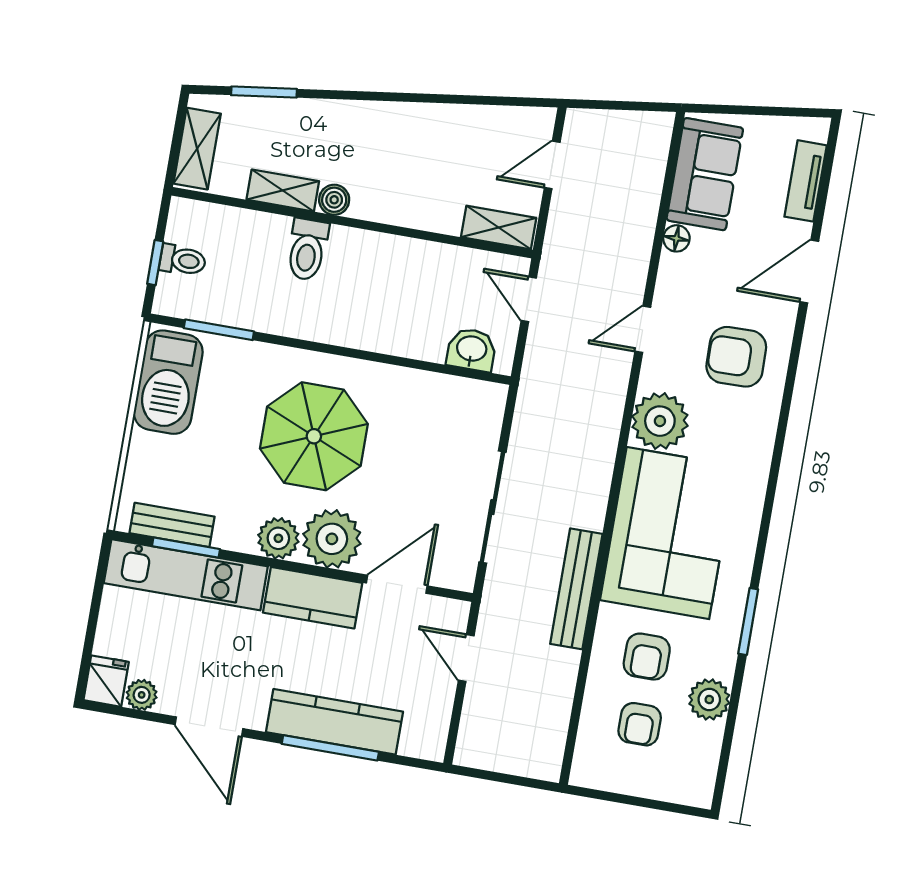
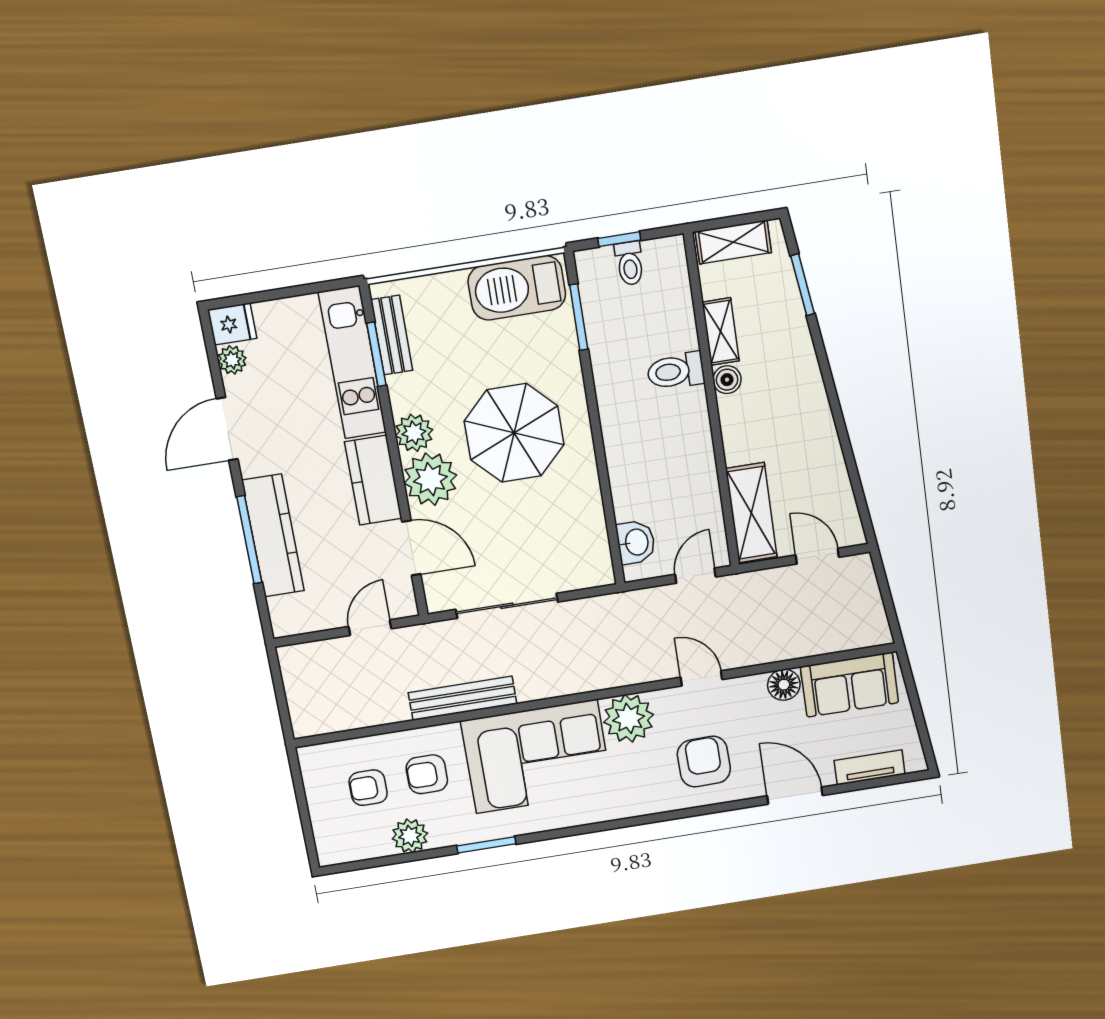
shelving: (499, 228) -> (751, 513), width x1.50, depth x1.33
floor lamp: (676, 238) -> (784, 685), width x1.37, depth x1.37

